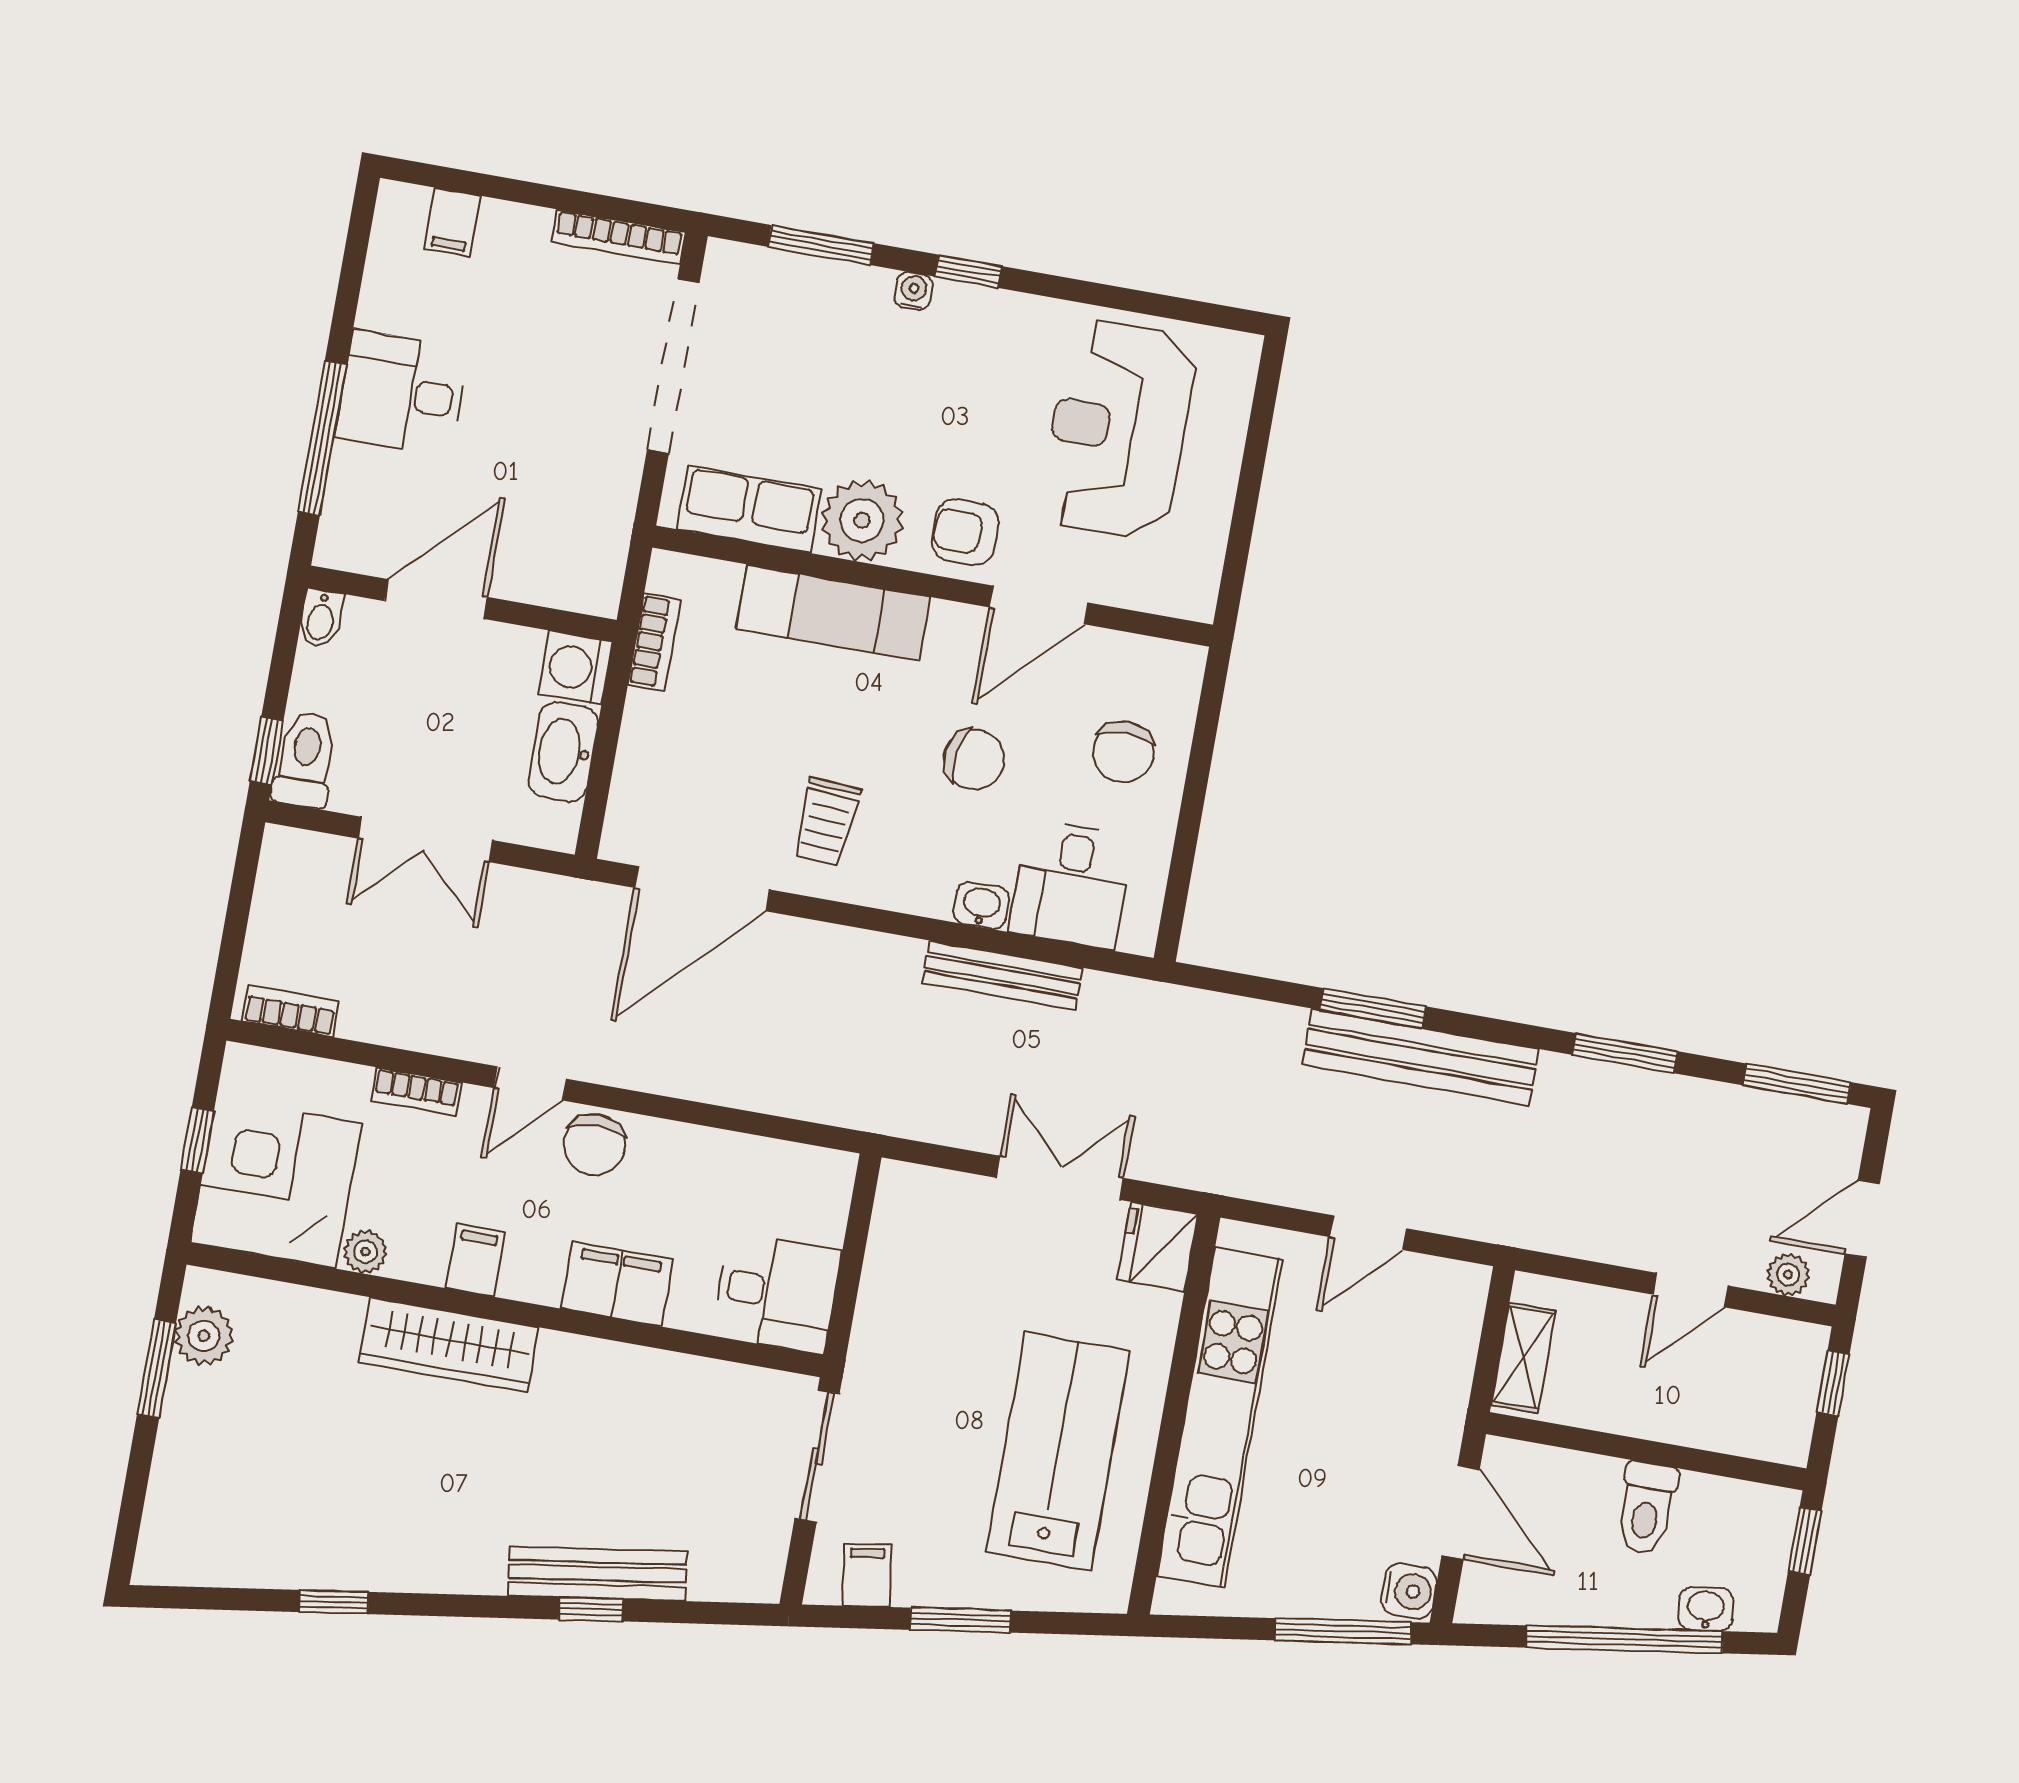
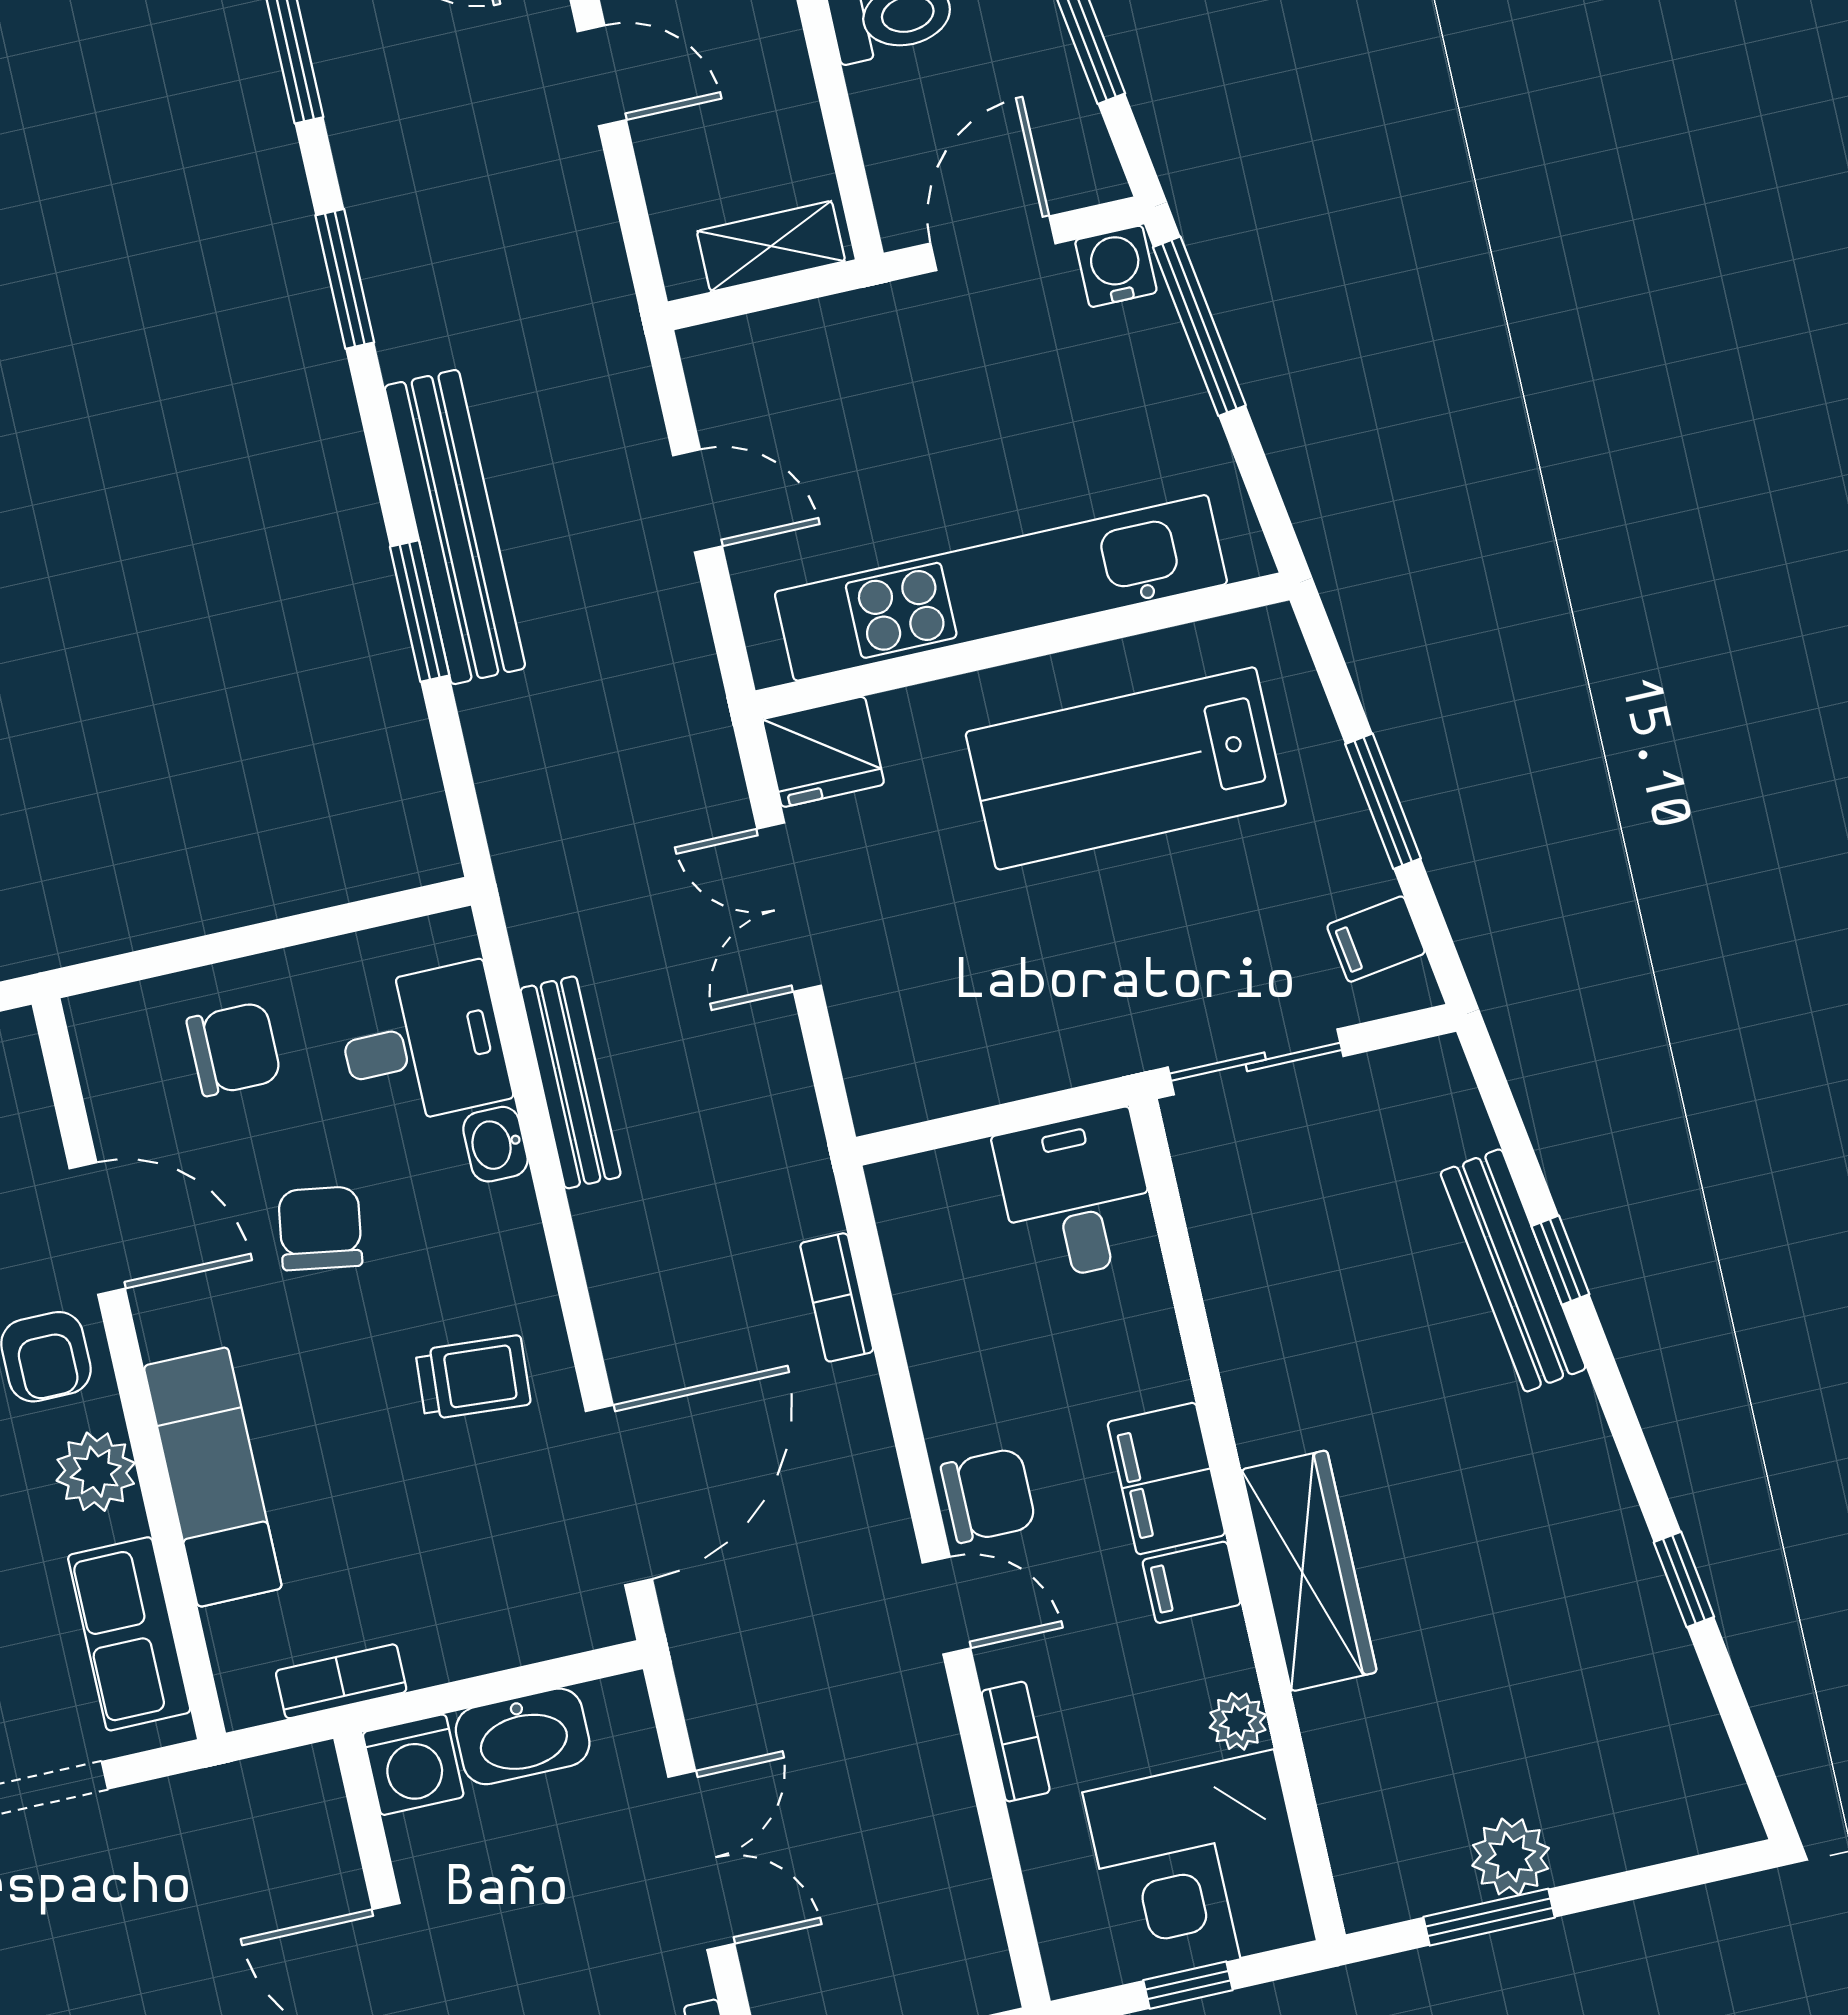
plant: (862, 520) -> (96, 1472), width x0.73, depth x0.73
door: (702, 889) -> (619, 1495), hinge flipped
bookcase: (290, 1011) -> (837, 1297), moved
filing cabinet: (617, 1284) -> (1166, 1478), moved
plant: (204, 1336) -> (1511, 1857), moved

